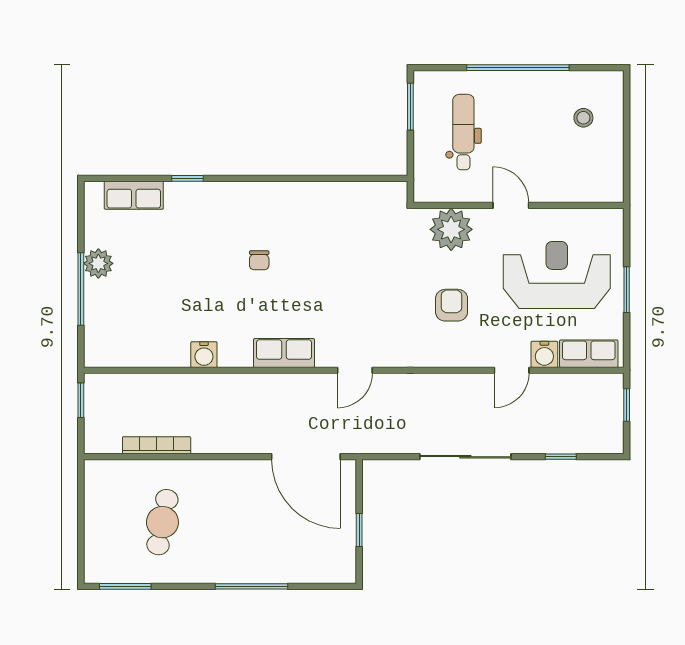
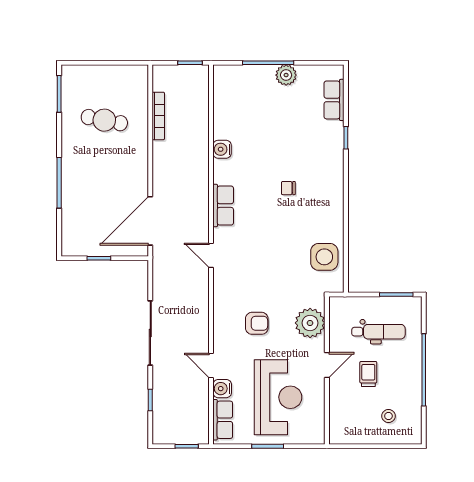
trolley: (524, 146) -> (368, 374), added
side table: (357, 209) -> (324, 257), added

